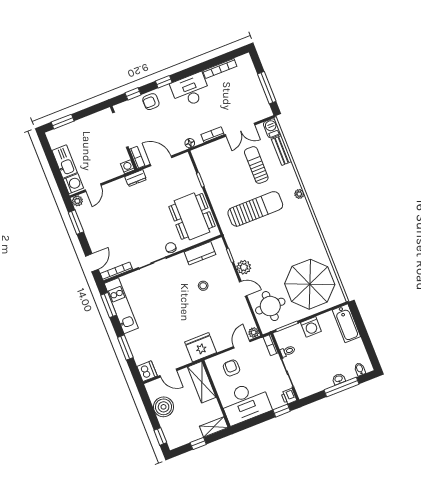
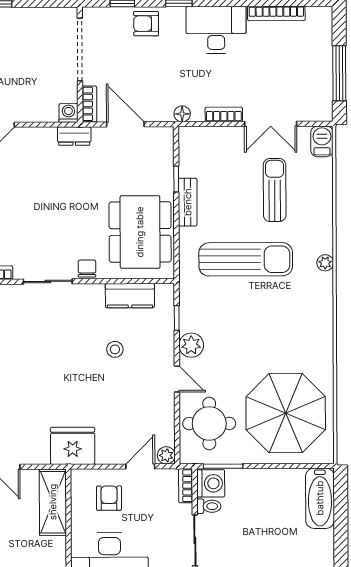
bench: (282, 150) -> (188, 202), moved
washing machine: (311, 327) -> (211, 483), moved, turned -90

